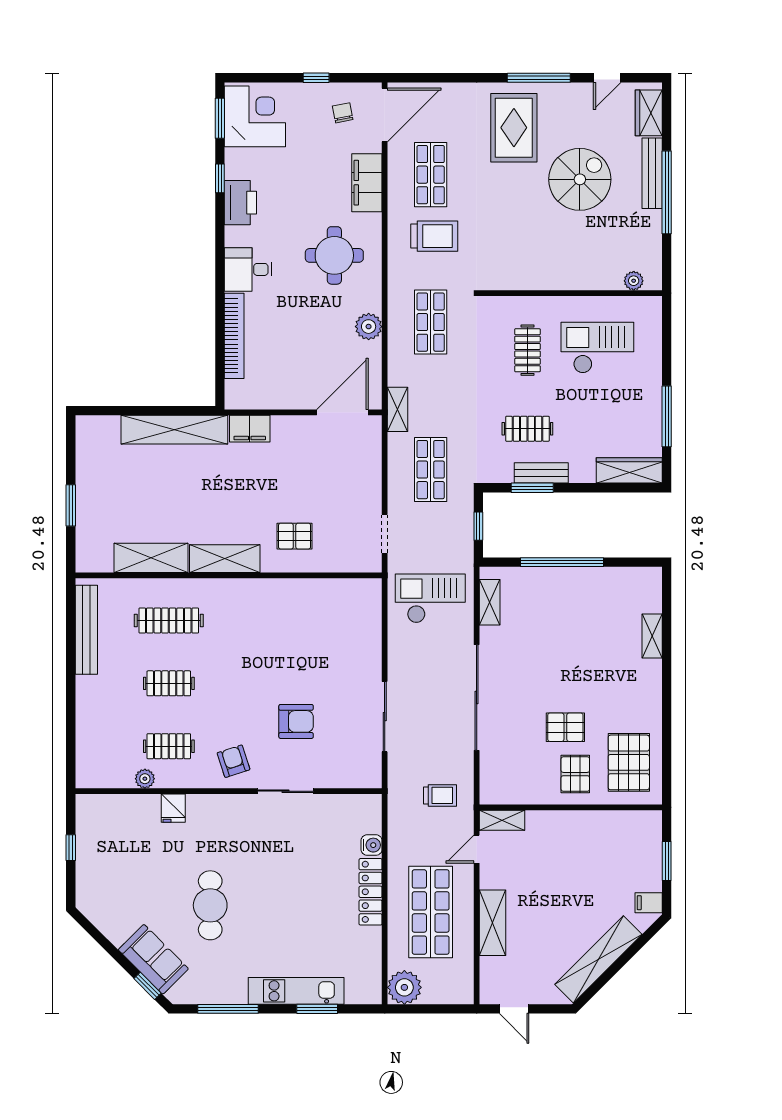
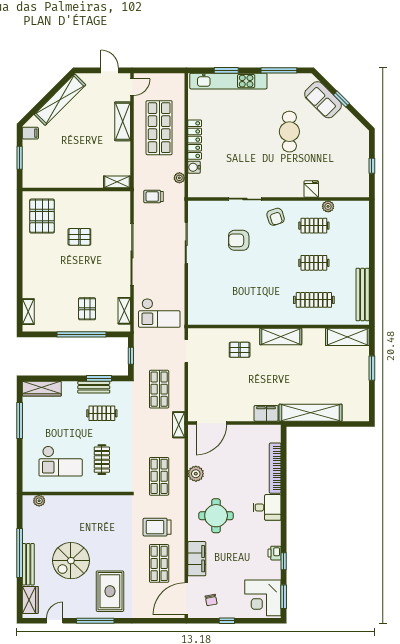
printer: (240, 203) -> (275, 553), width x0.53, depth x0.68
shelving: (151, 558) -> (347, 337), moved
shelving: (652, 636) -> (28, 312), moved
pallet: (575, 774) -> (87, 309), moved
door: (477, 849) -> (132, 87), moved
window: (148, 986) -> (341, 99), moved
plant: (404, 987) -> (179, 178), moved, width x0.53, depth x0.53
kitchen unit: (296, 991) -> (228, 81), width x1.36

